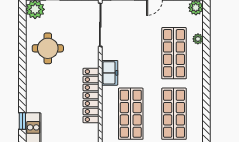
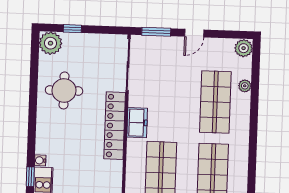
locker: (91, 96) -> (115, 126), moved
water cooler: (30, 107) -> (40, 160), added

